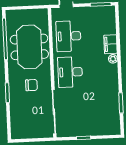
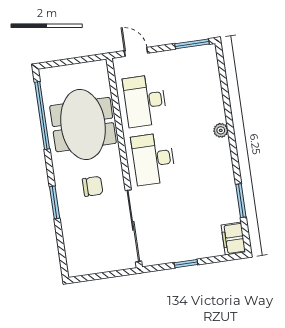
filing cabinet: (110, 44) -> (233, 239), moved

